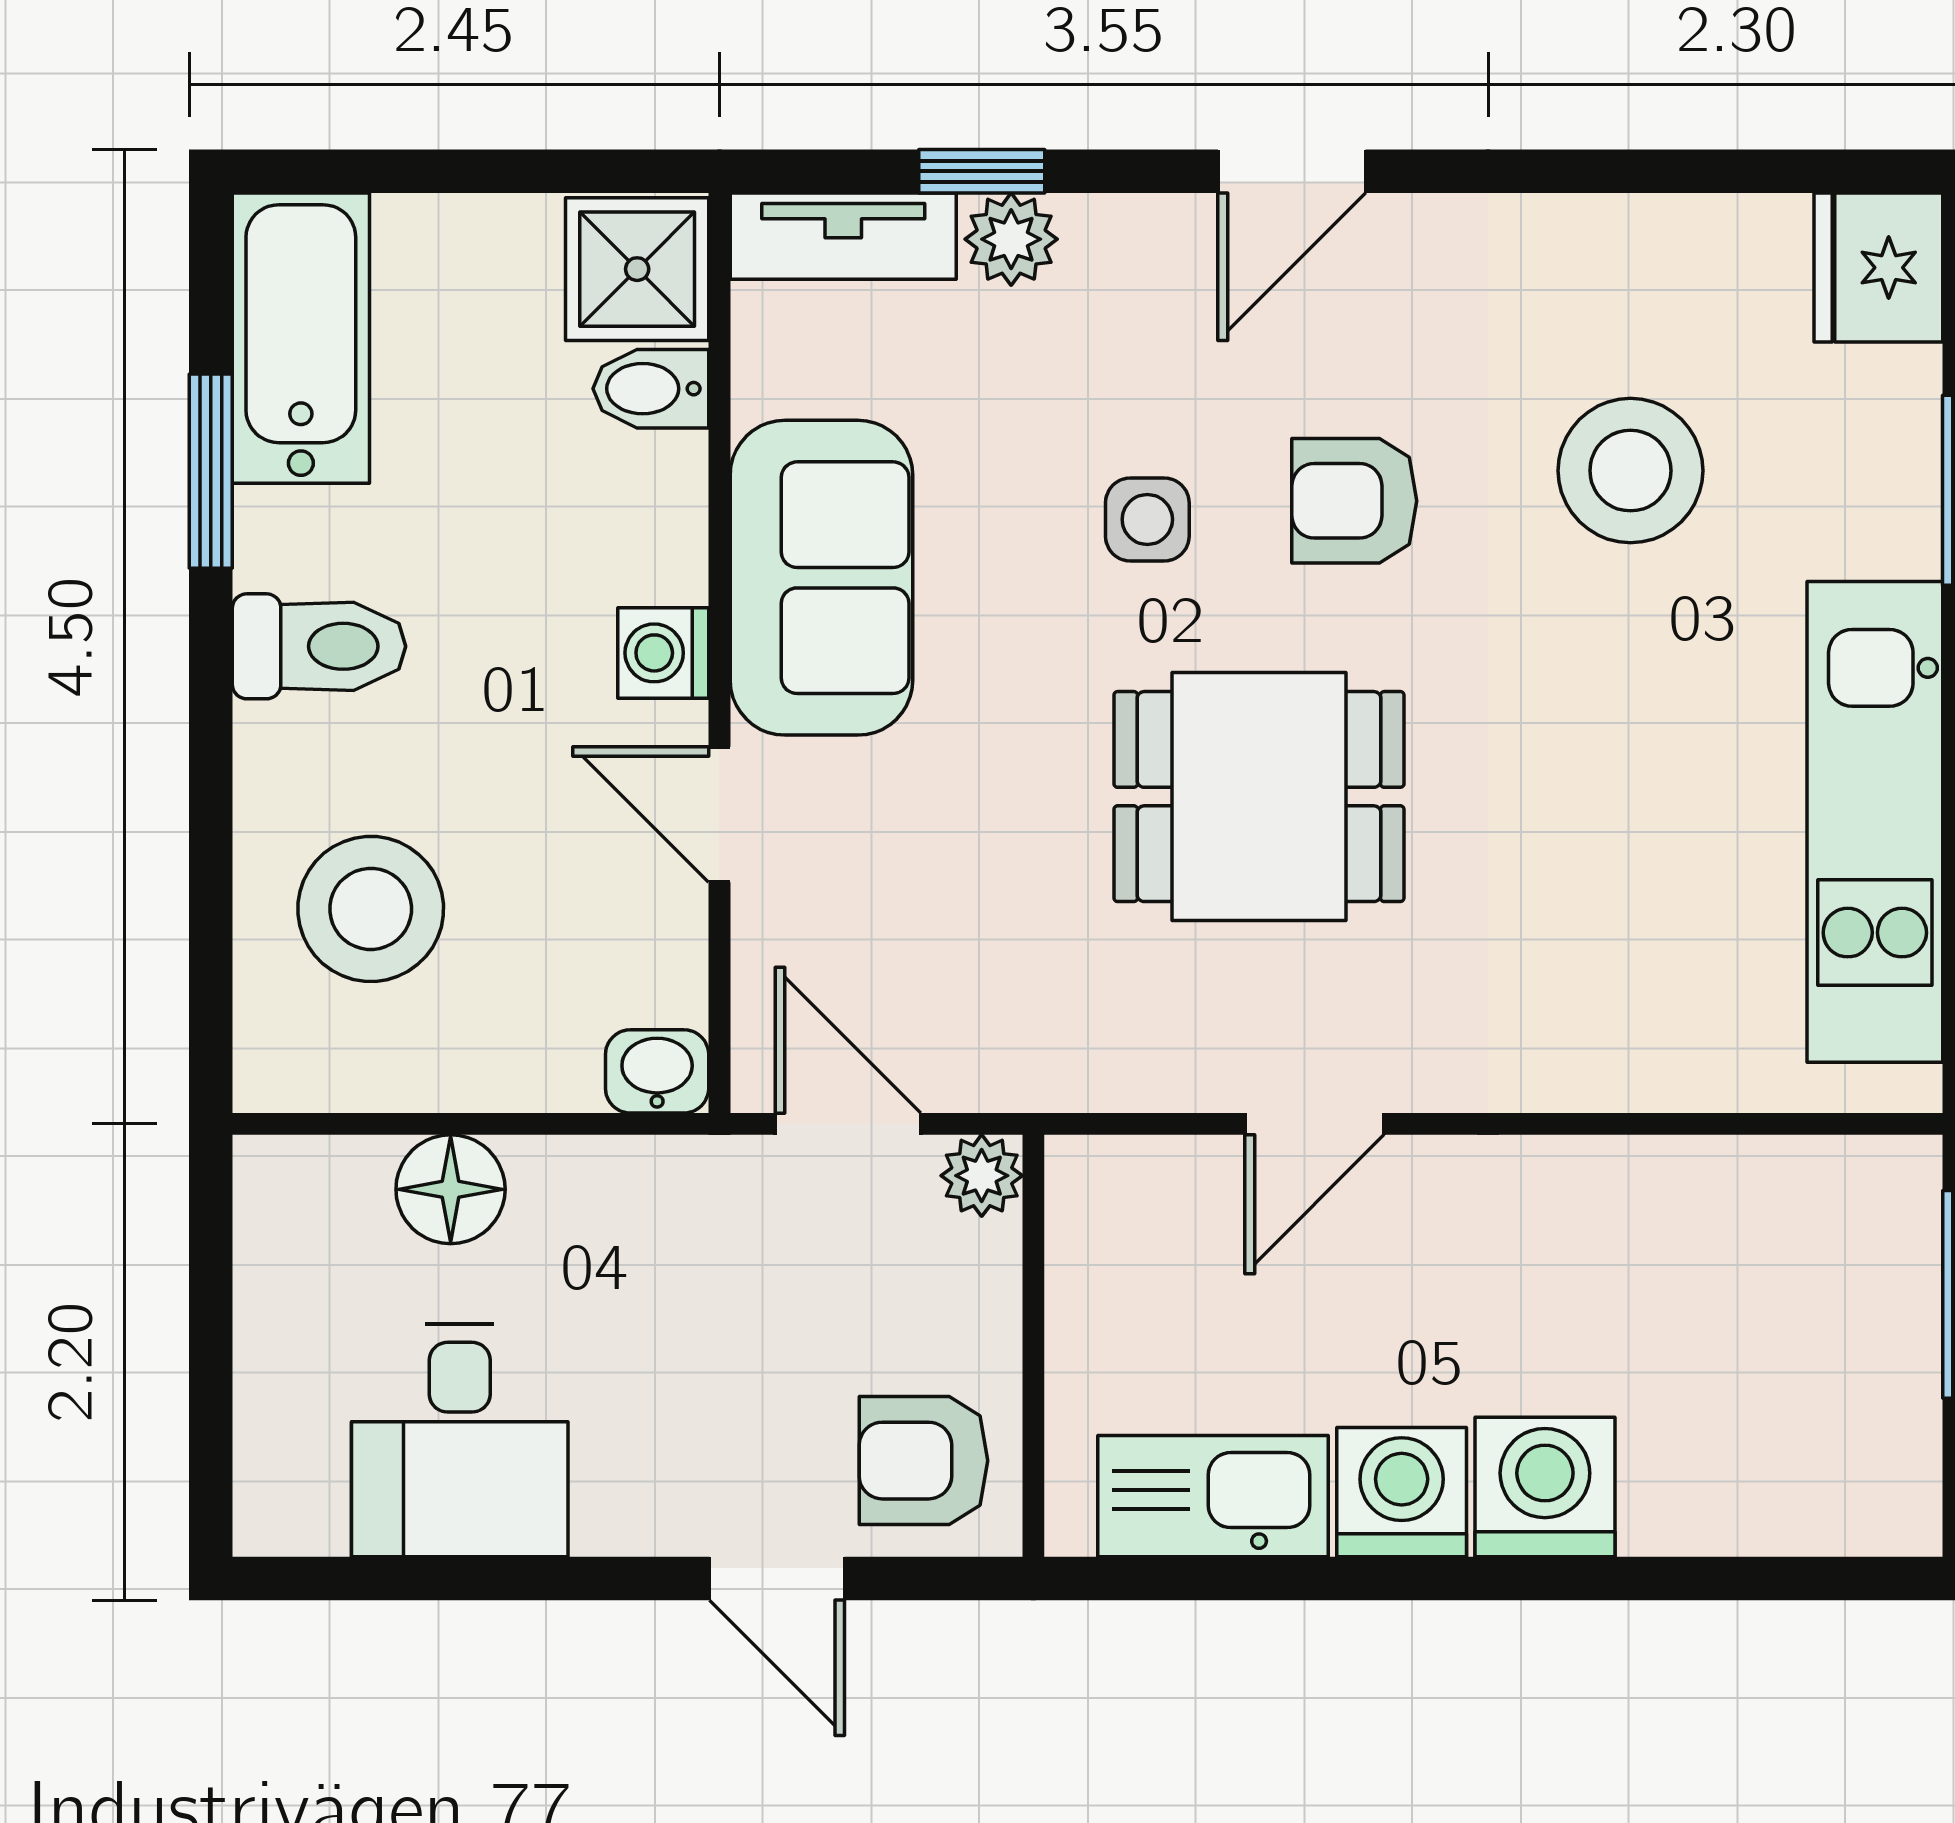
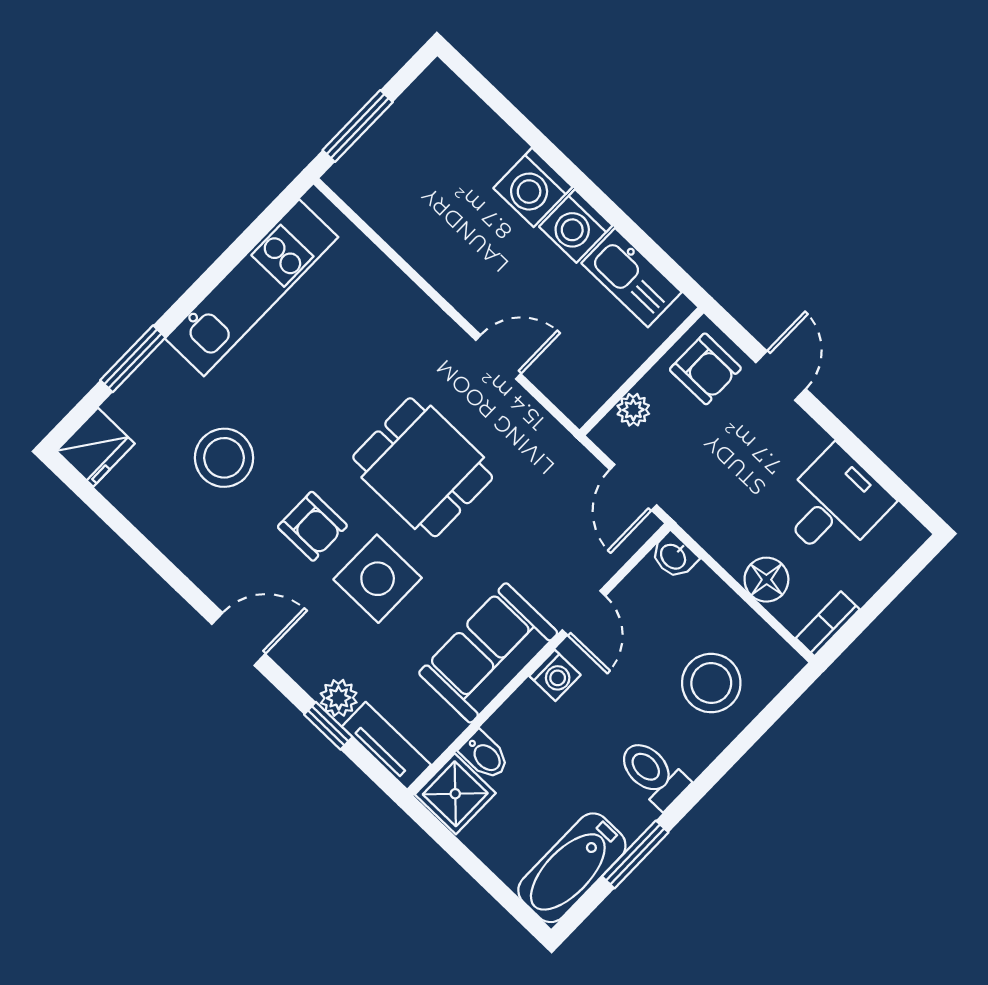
side table: (1147, 519) -> (378, 579), width x1.87, depth x1.87
plant: (982, 1176) -> (633, 410), moved
bookcase: (265, 1216) -> (828, 624), added

